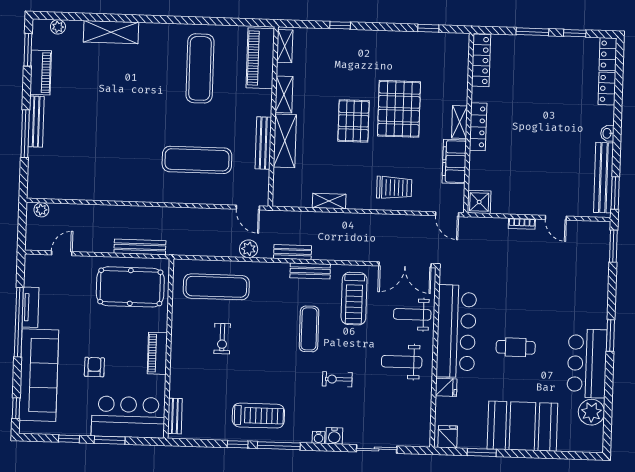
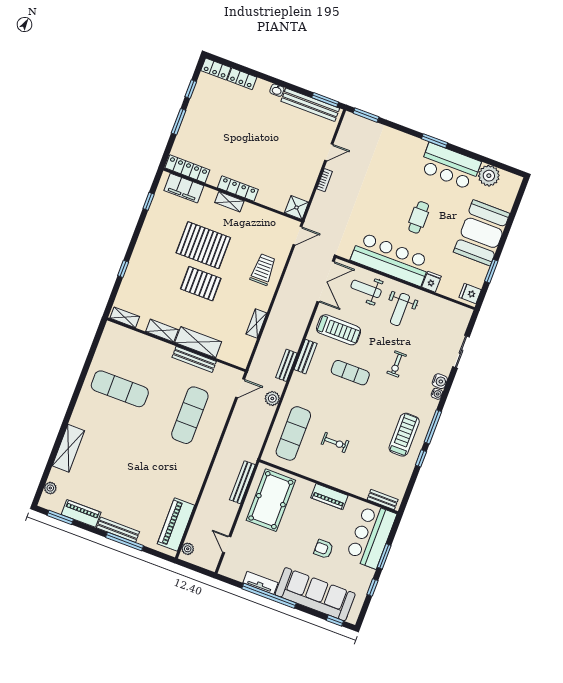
piano: (260, 58) -> (176, 525), moved, turned 90
filing cabinet: (454, 161) -> (184, 188), moved
weight bench: (412, 314) -> (366, 289), turned 90

